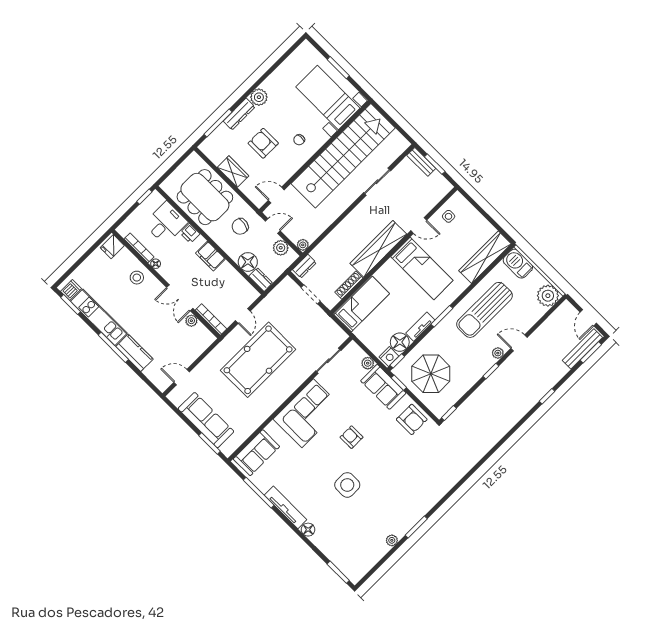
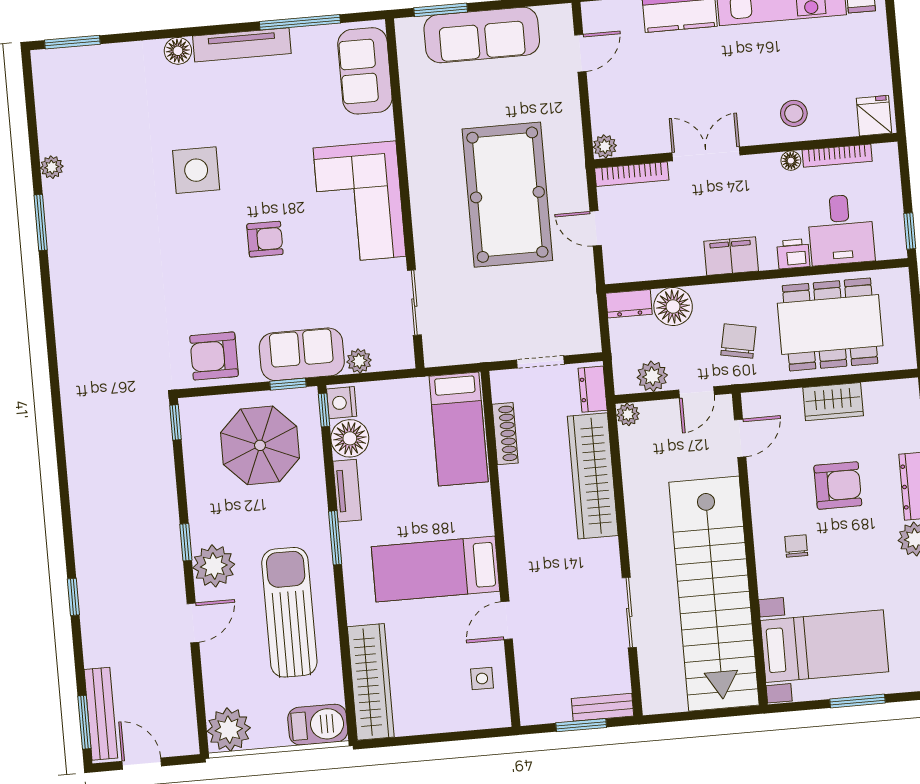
wardrobe: (378, 249) -> (593, 476), moved, turned 180
plant: (191, 321) -> (605, 146), moved
plant: (498, 353) -> (214, 566), width x1.87, depth x1.87

